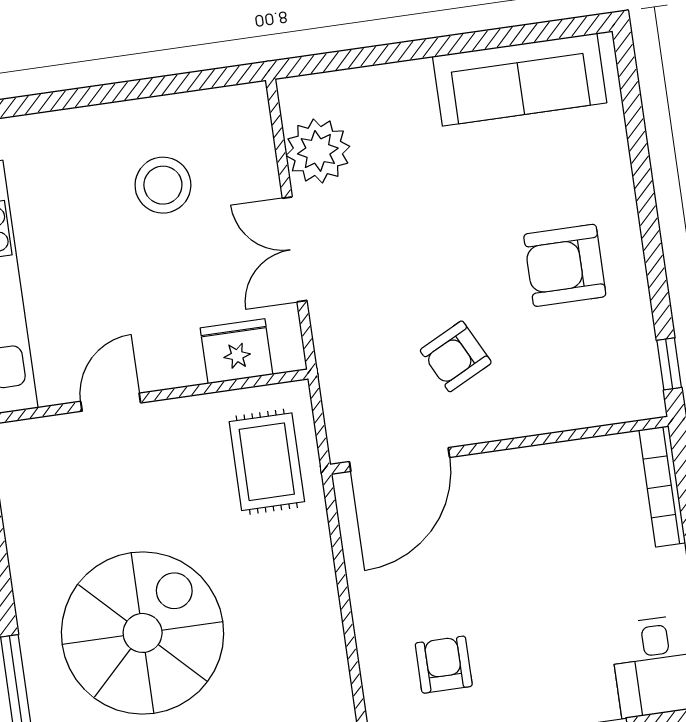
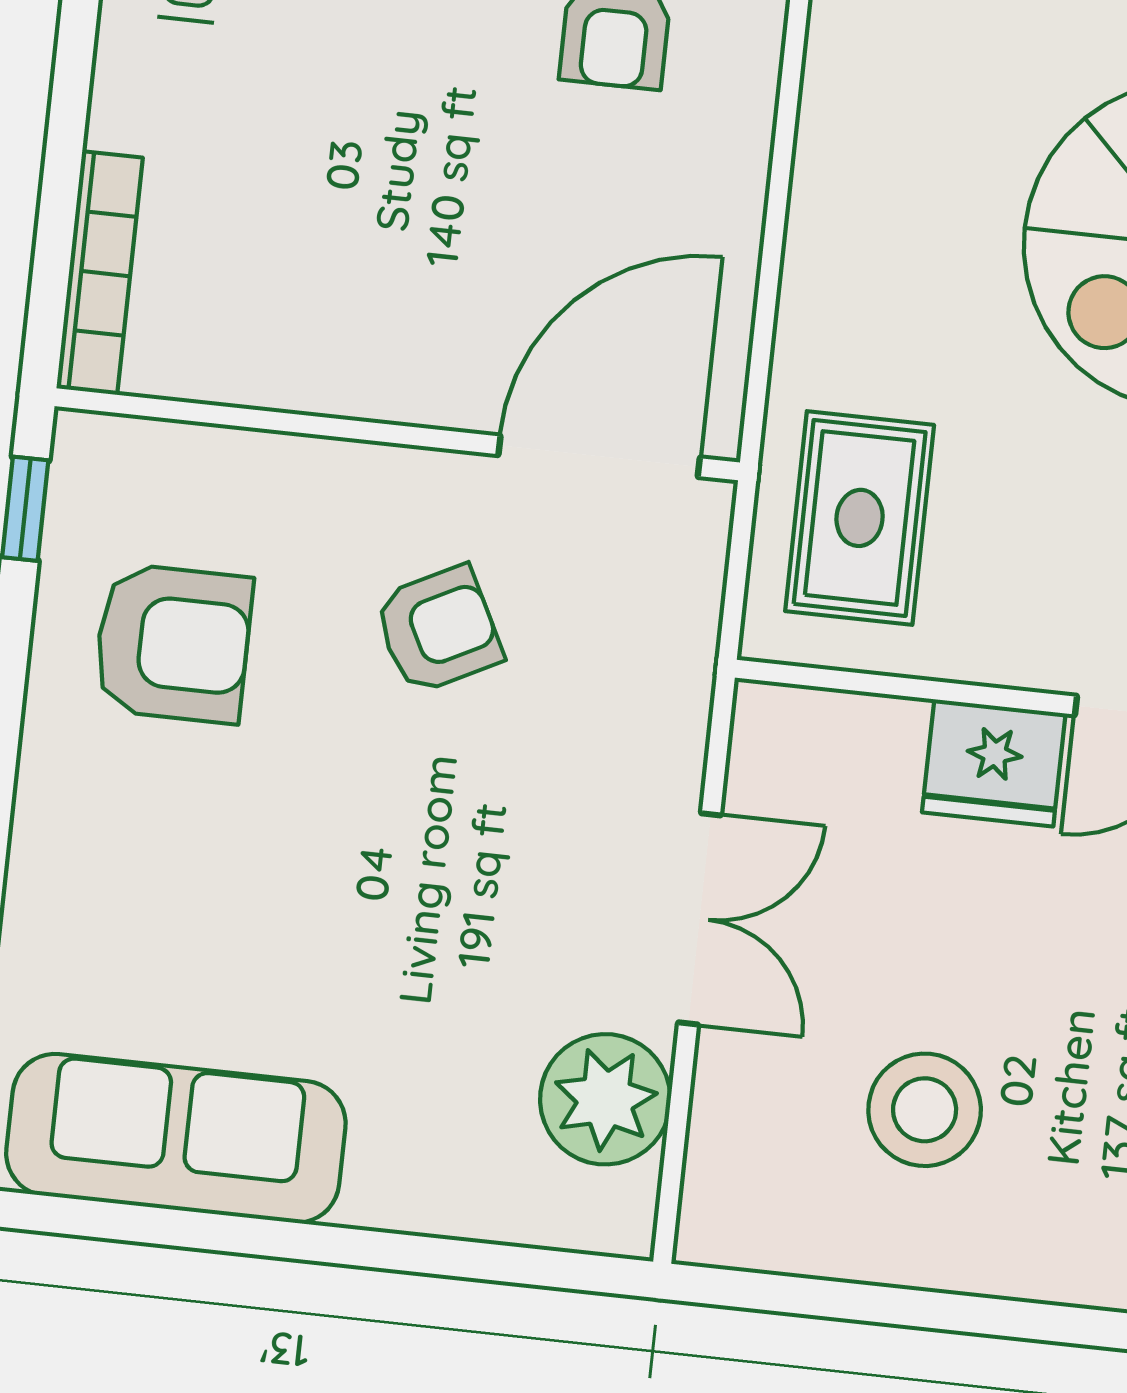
armchair: (565, 265) -> (173, 643), moved
fridge: (236, 351) -> (994, 763), moved

